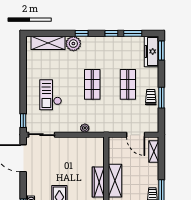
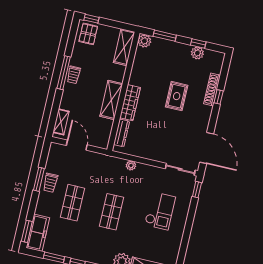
dresser: (99, 154) -> (122, 133), added

